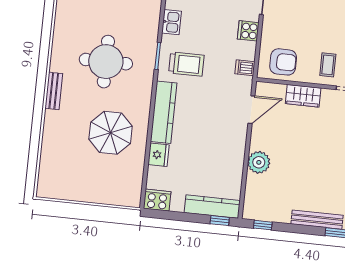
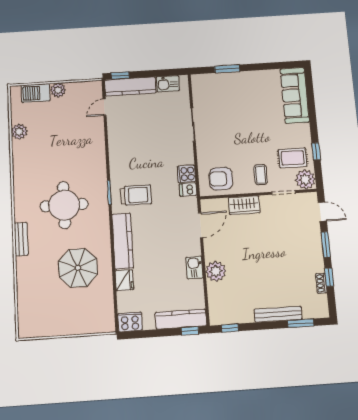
kitchen sink: (172, 22) -> (194, 267), moved, turned 180
cooker: (248, 31) -> (186, 174), moved
armchair: (283, 62) -> (221, 179), turned 180

